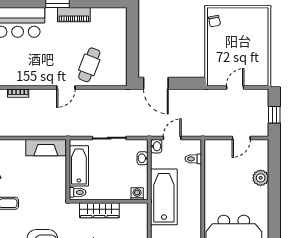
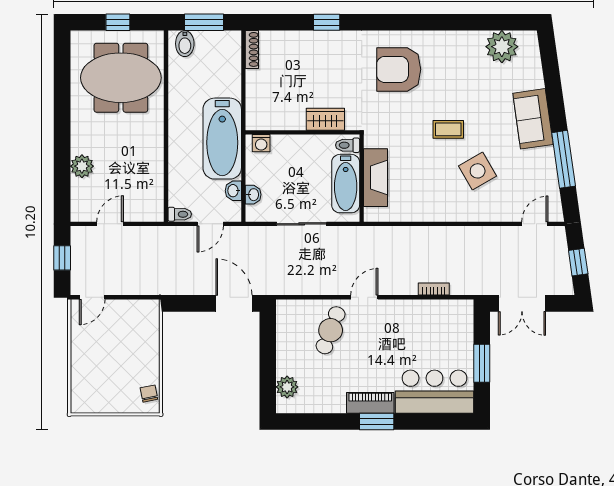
piano: (74, 15) -> (370, 403), moved
plant: (119, 26) -> (287, 387), added
door: (235, 88) -> (92, 297), moved
washbasin: (156, 146) -> (233, 191), moved
fireplace: (46, 148) -> (376, 178), moved, turned 90
toilet: (193, 159) -> (180, 214), moved
wardrobe: (99, 210) -> (325, 119), width x0.67

